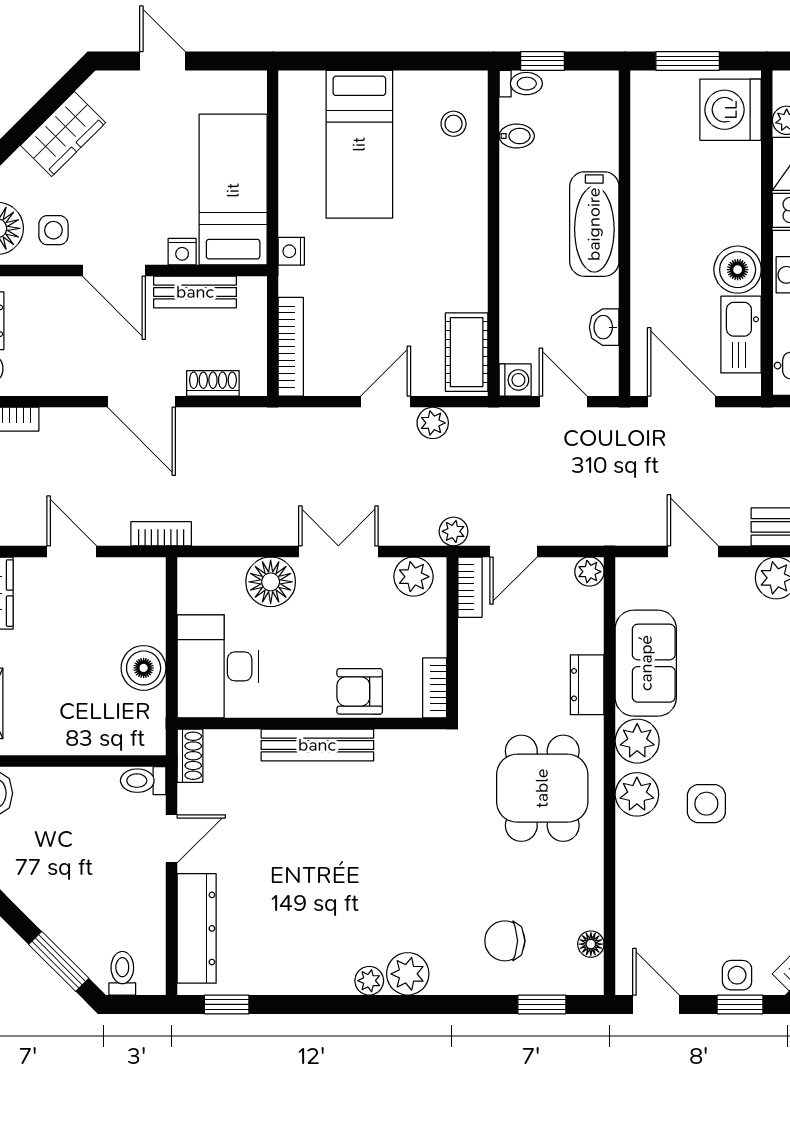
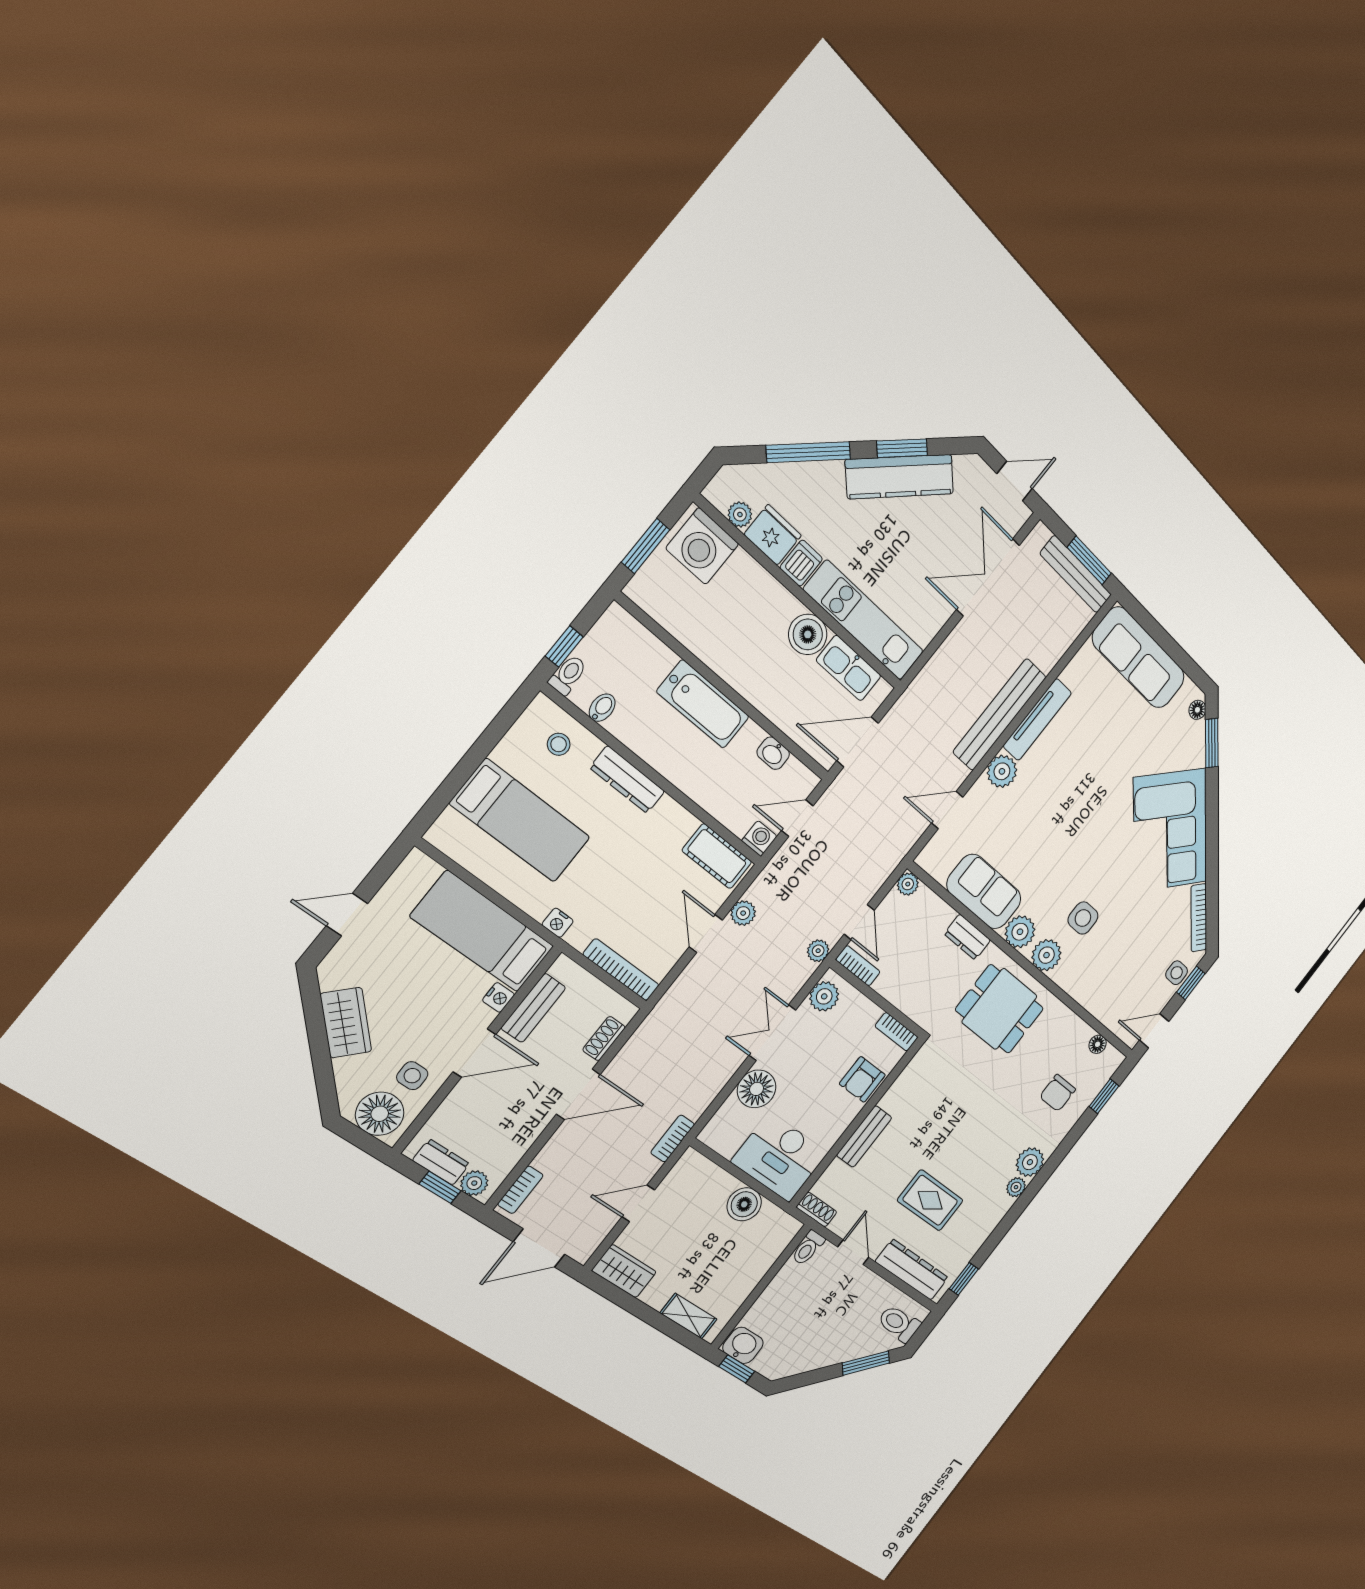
dresser: (471, 210) -> (627, 780), added
bench: (317, 745) -> (864, 1136), width x0.73
rug: (286, 884) -> (930, 1200), added
toilet: (122, 973) -> (899, 1324), width x1.37, depth x1.39

